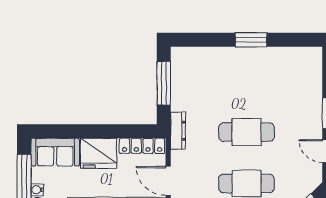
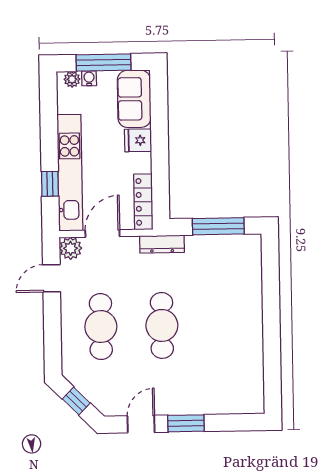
window: (251, 40) -> (271, 329), removed
fridge: (99, 153) -> (138, 140), width x0.53, depth x0.75

